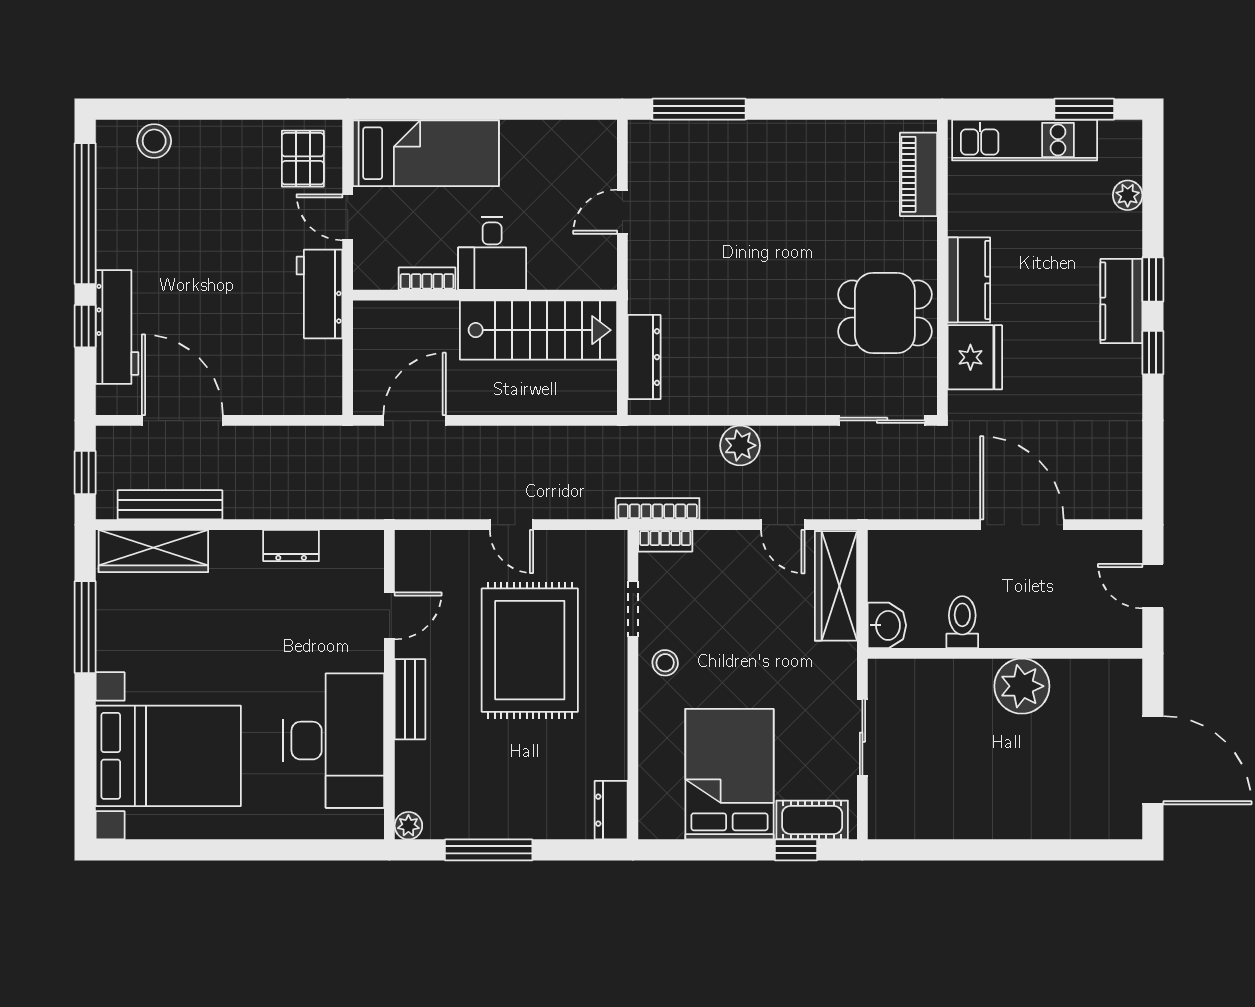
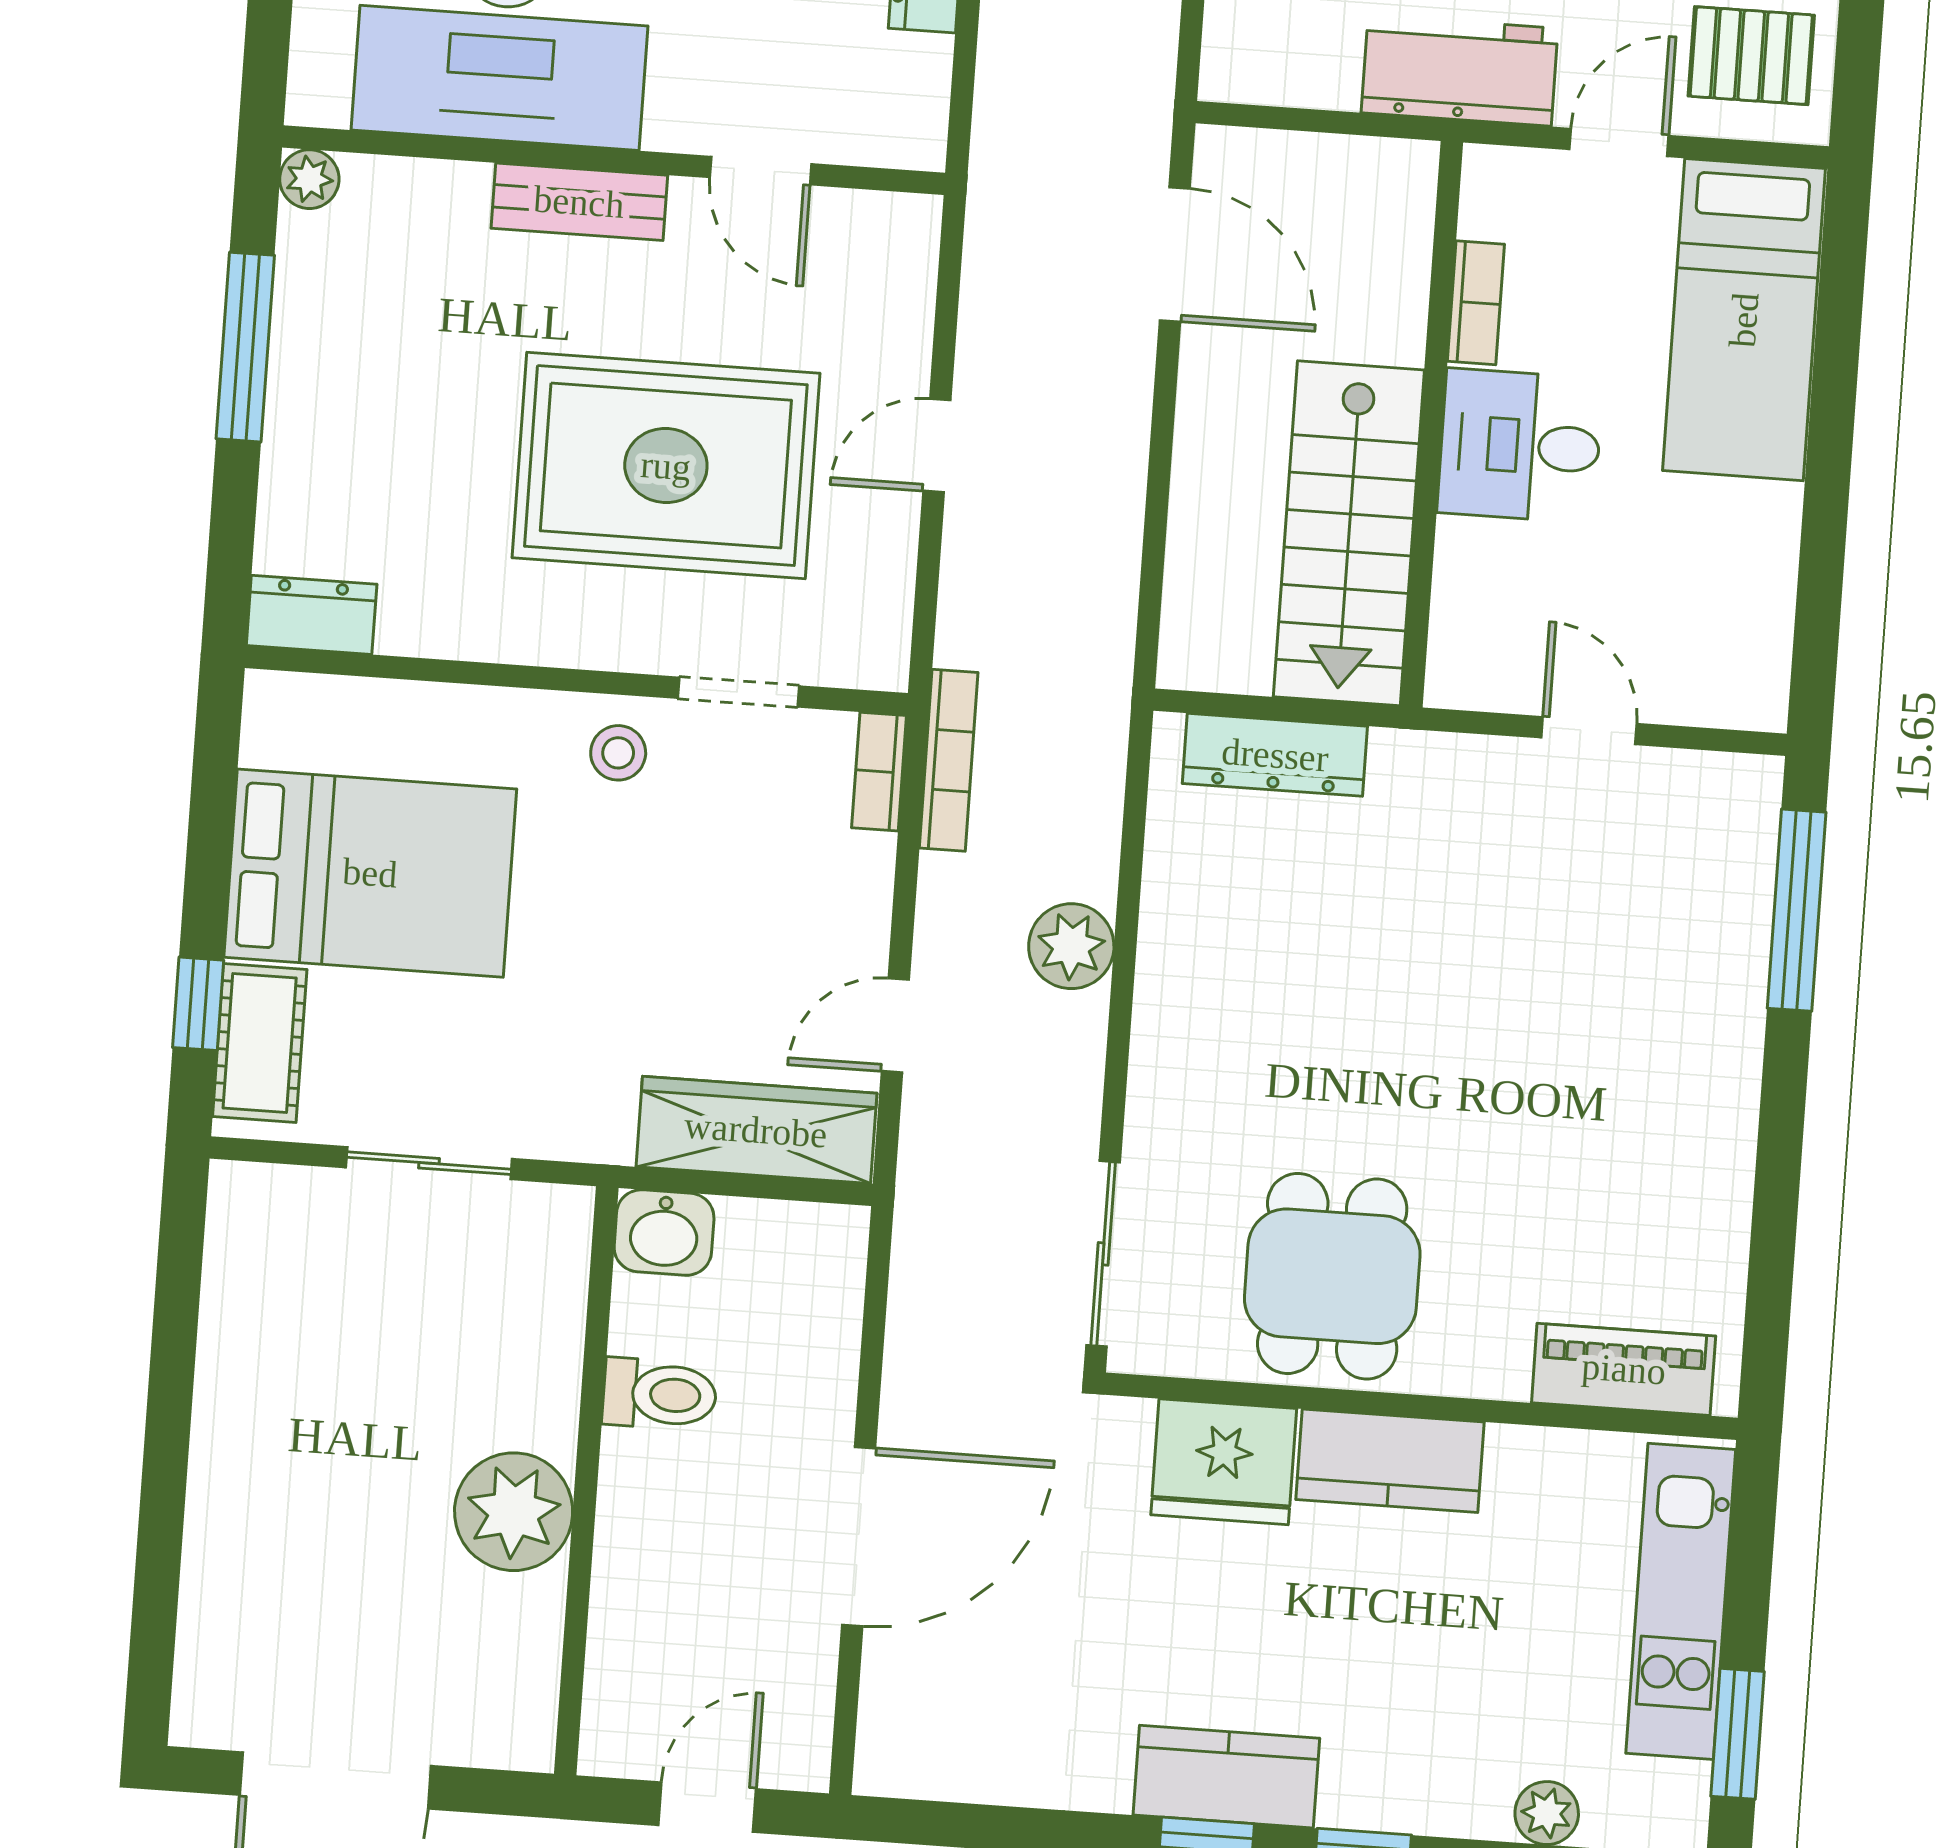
kitchen counter: (1121, 301) -> (1226, 1777), moved

